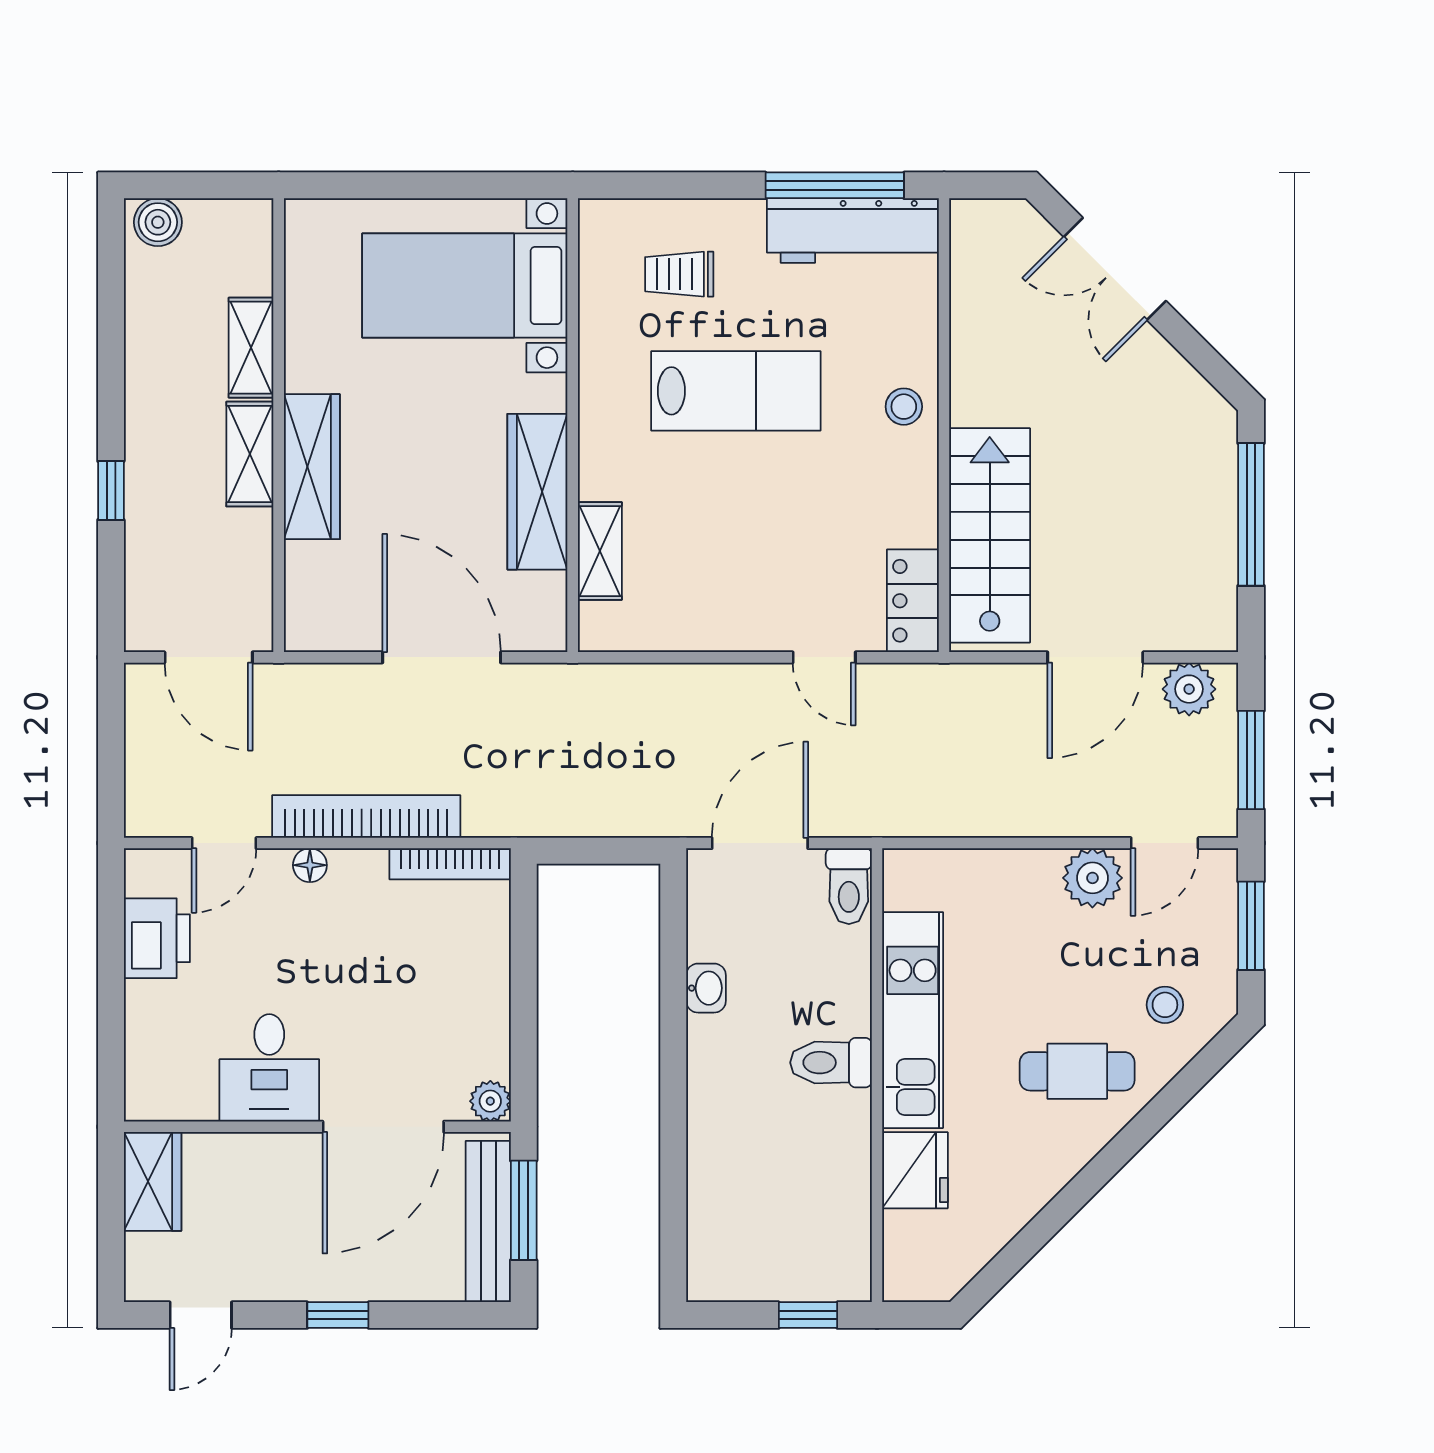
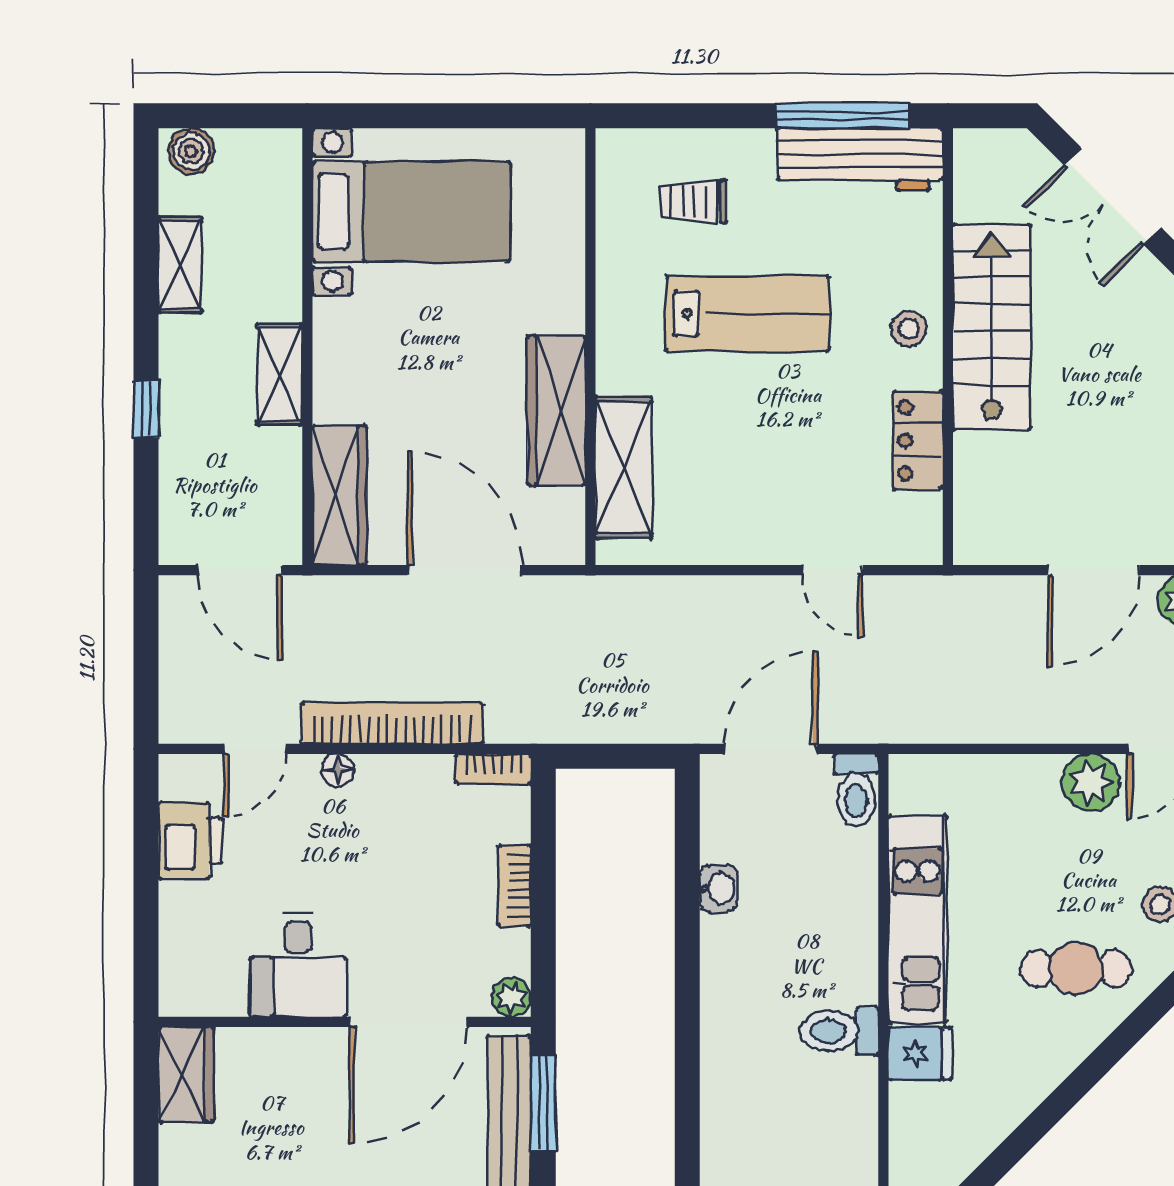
bed with nightstands: (465, 286) -> (411, 212), moved, turned 180
shelving: (251, 348) -> (180, 265), moved
wardrobe: (312, 467) -> (339, 495), moved
stairs: (990, 535) -> (992, 327), moved
shelving: (600, 551) -> (624, 468), width x1.50, depth x1.33
locker: (913, 601) -> (918, 440), moved
bookcase: (450, 864) -> (493, 769), width x0.64
bookcase: (494, 985) -> (514, 886), added
toilet: (831, 1063) -> (839, 1031), moved
fridge: (915, 1170) -> (920, 1054), width x0.72

